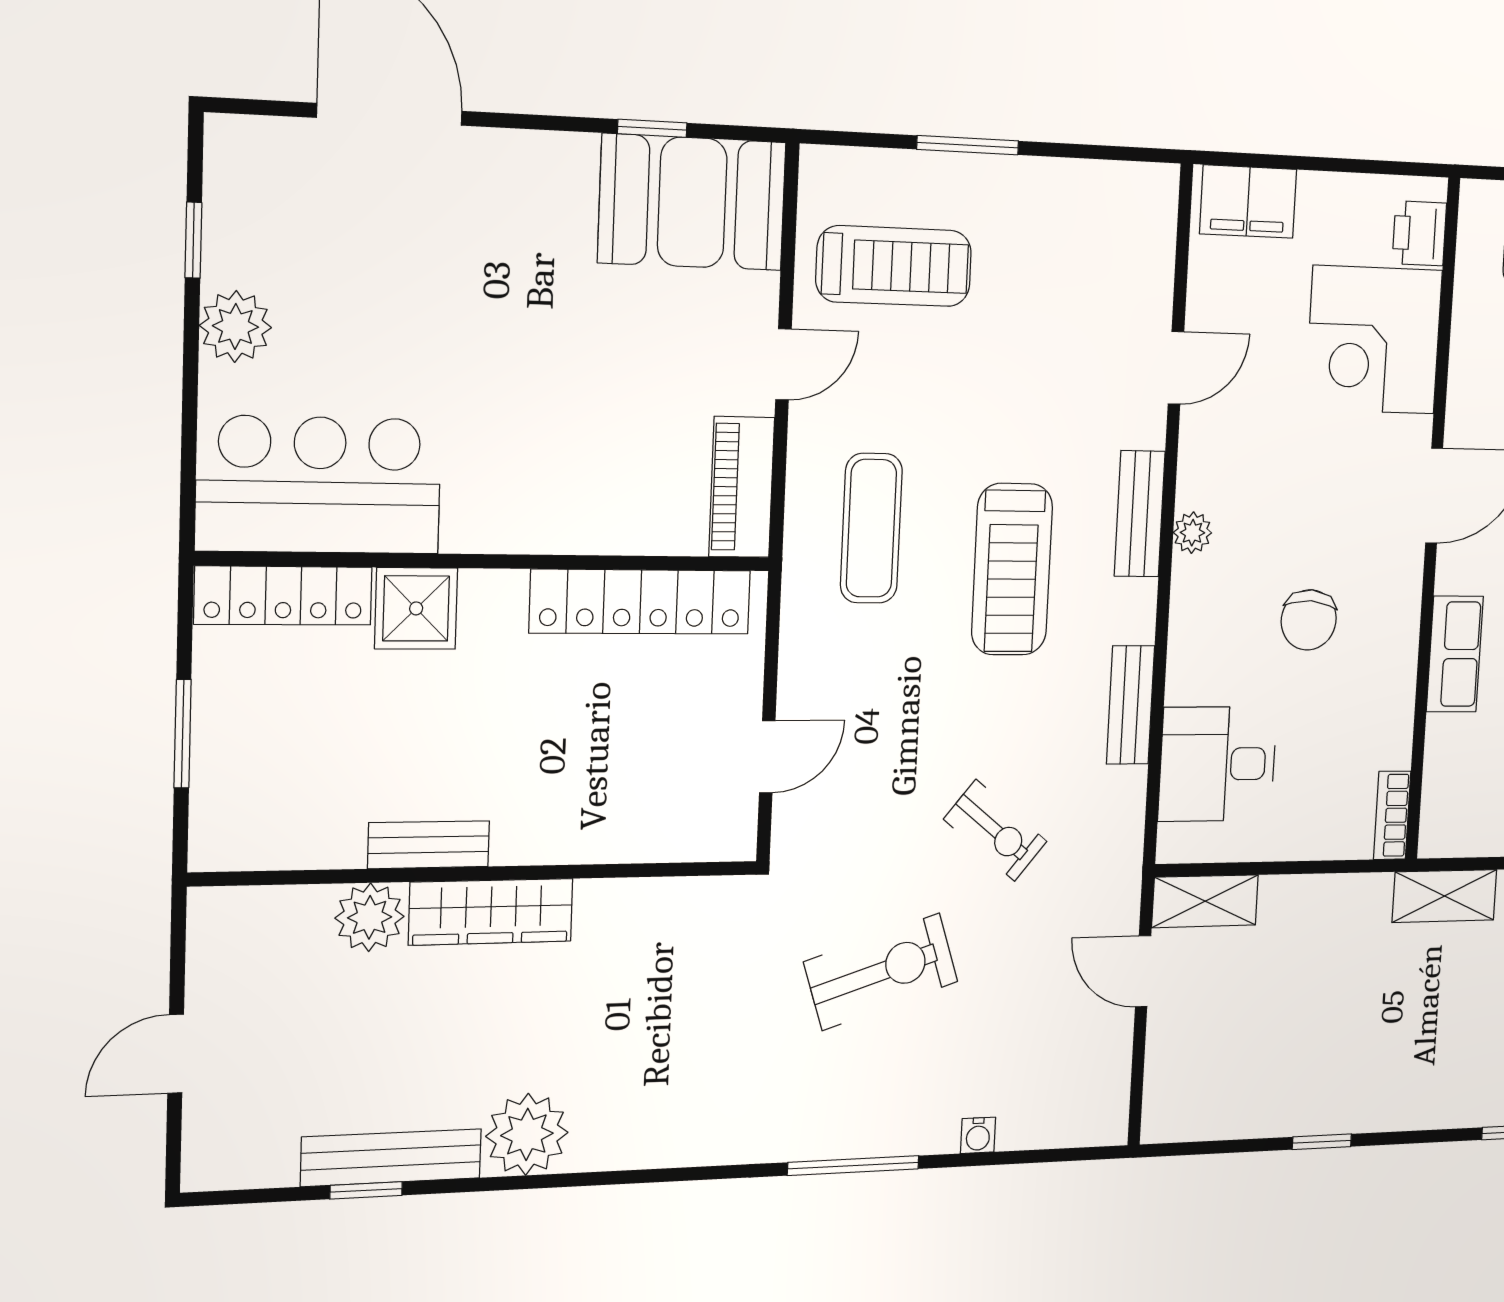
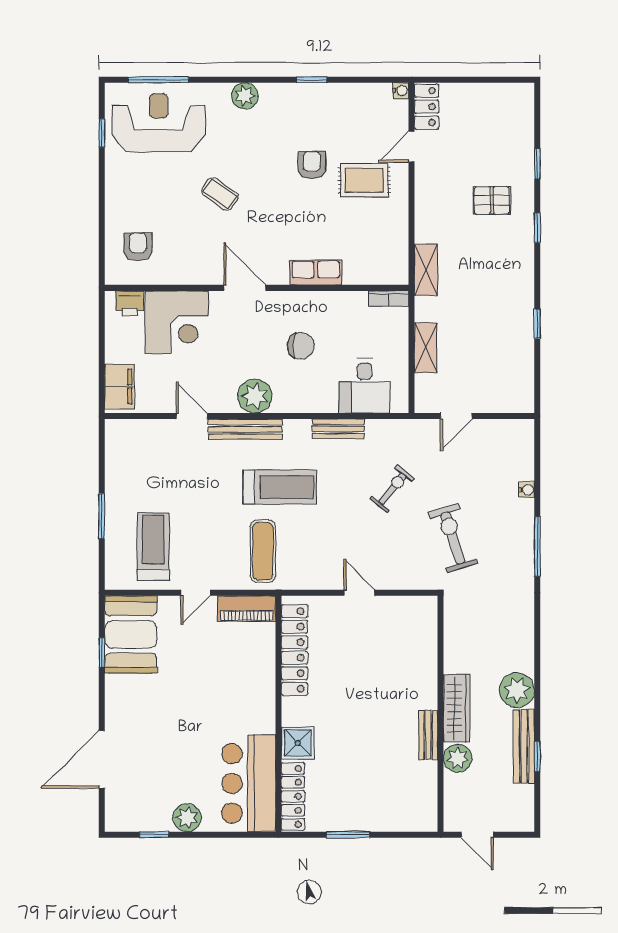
door: (783, 364) -> (195, 593), swing flipped
bench: (1140, 514) -> (245, 429), width x1.36
exercise mat: (871, 528) -> (263, 551), turned 90
plant: (1192, 533) -> (255, 396), width x1.87, depth x1.87
bench: (429, 845) -> (428, 735), moved
wall: (479, 874) -> (441, 714), moved
shelving: (1205, 901) -> (426, 348), moved
wardrobe: (491, 912) -> (457, 708), moved
plant: (370, 917) -> (458, 758), moved

